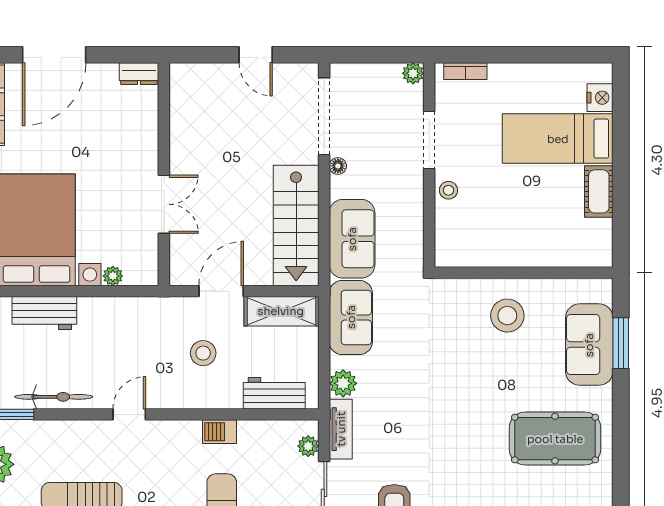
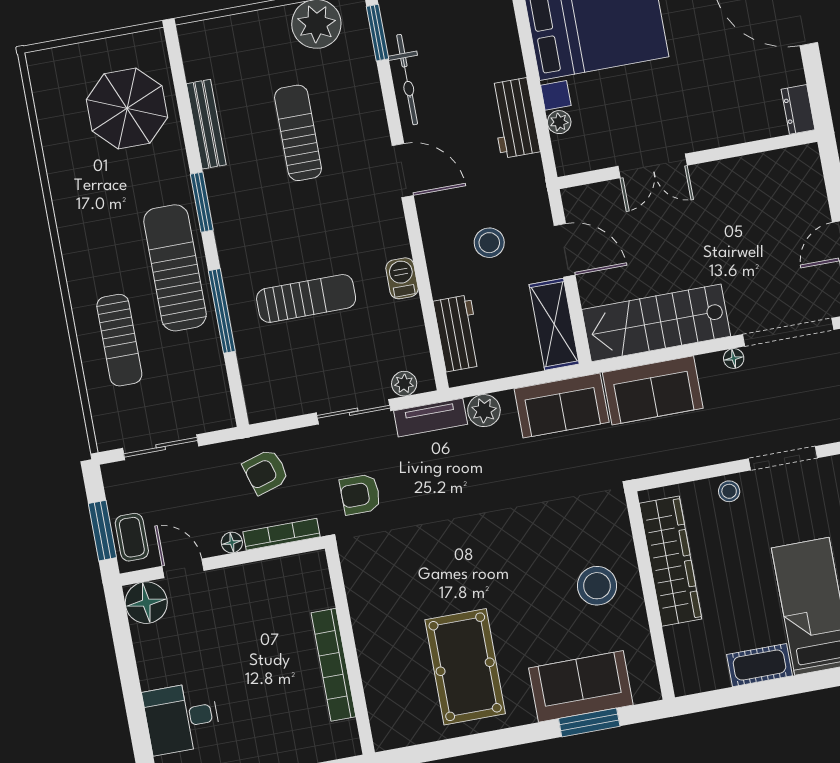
wardrobe: (498, 250) -> (670, 561), added
workbench: (44, 313) -> (514, 118), moved
door: (129, 414) -> (403, 170), width x1.38

